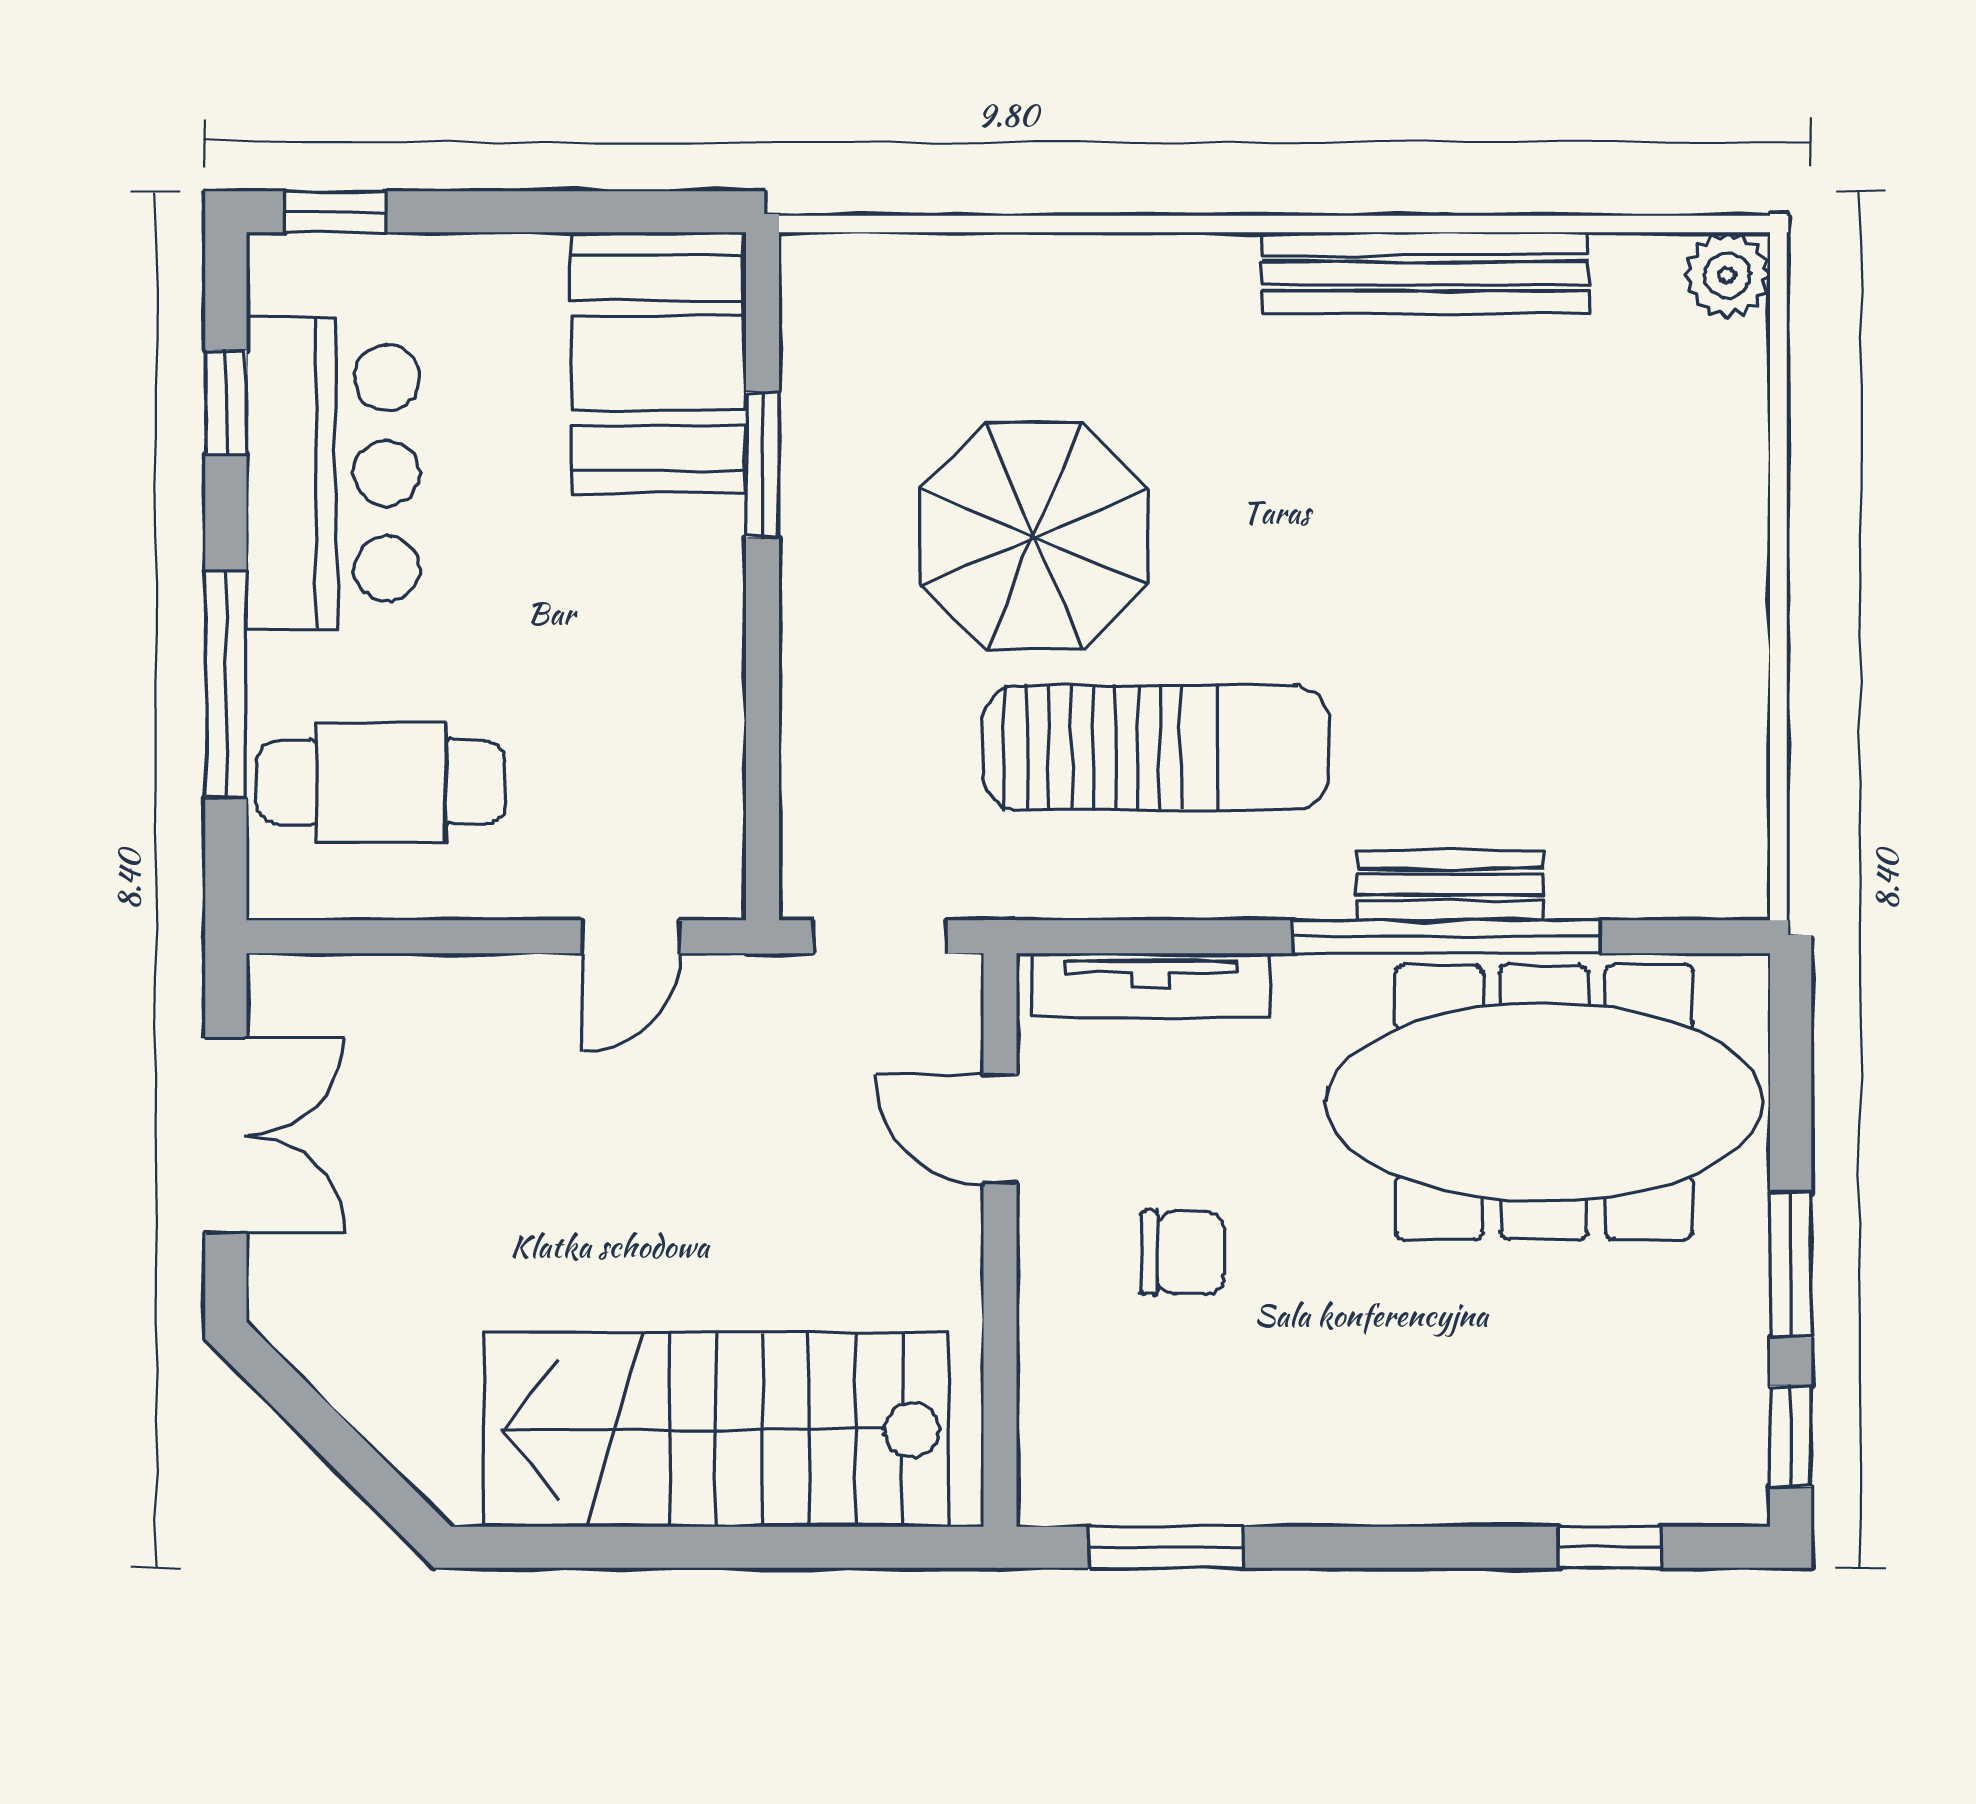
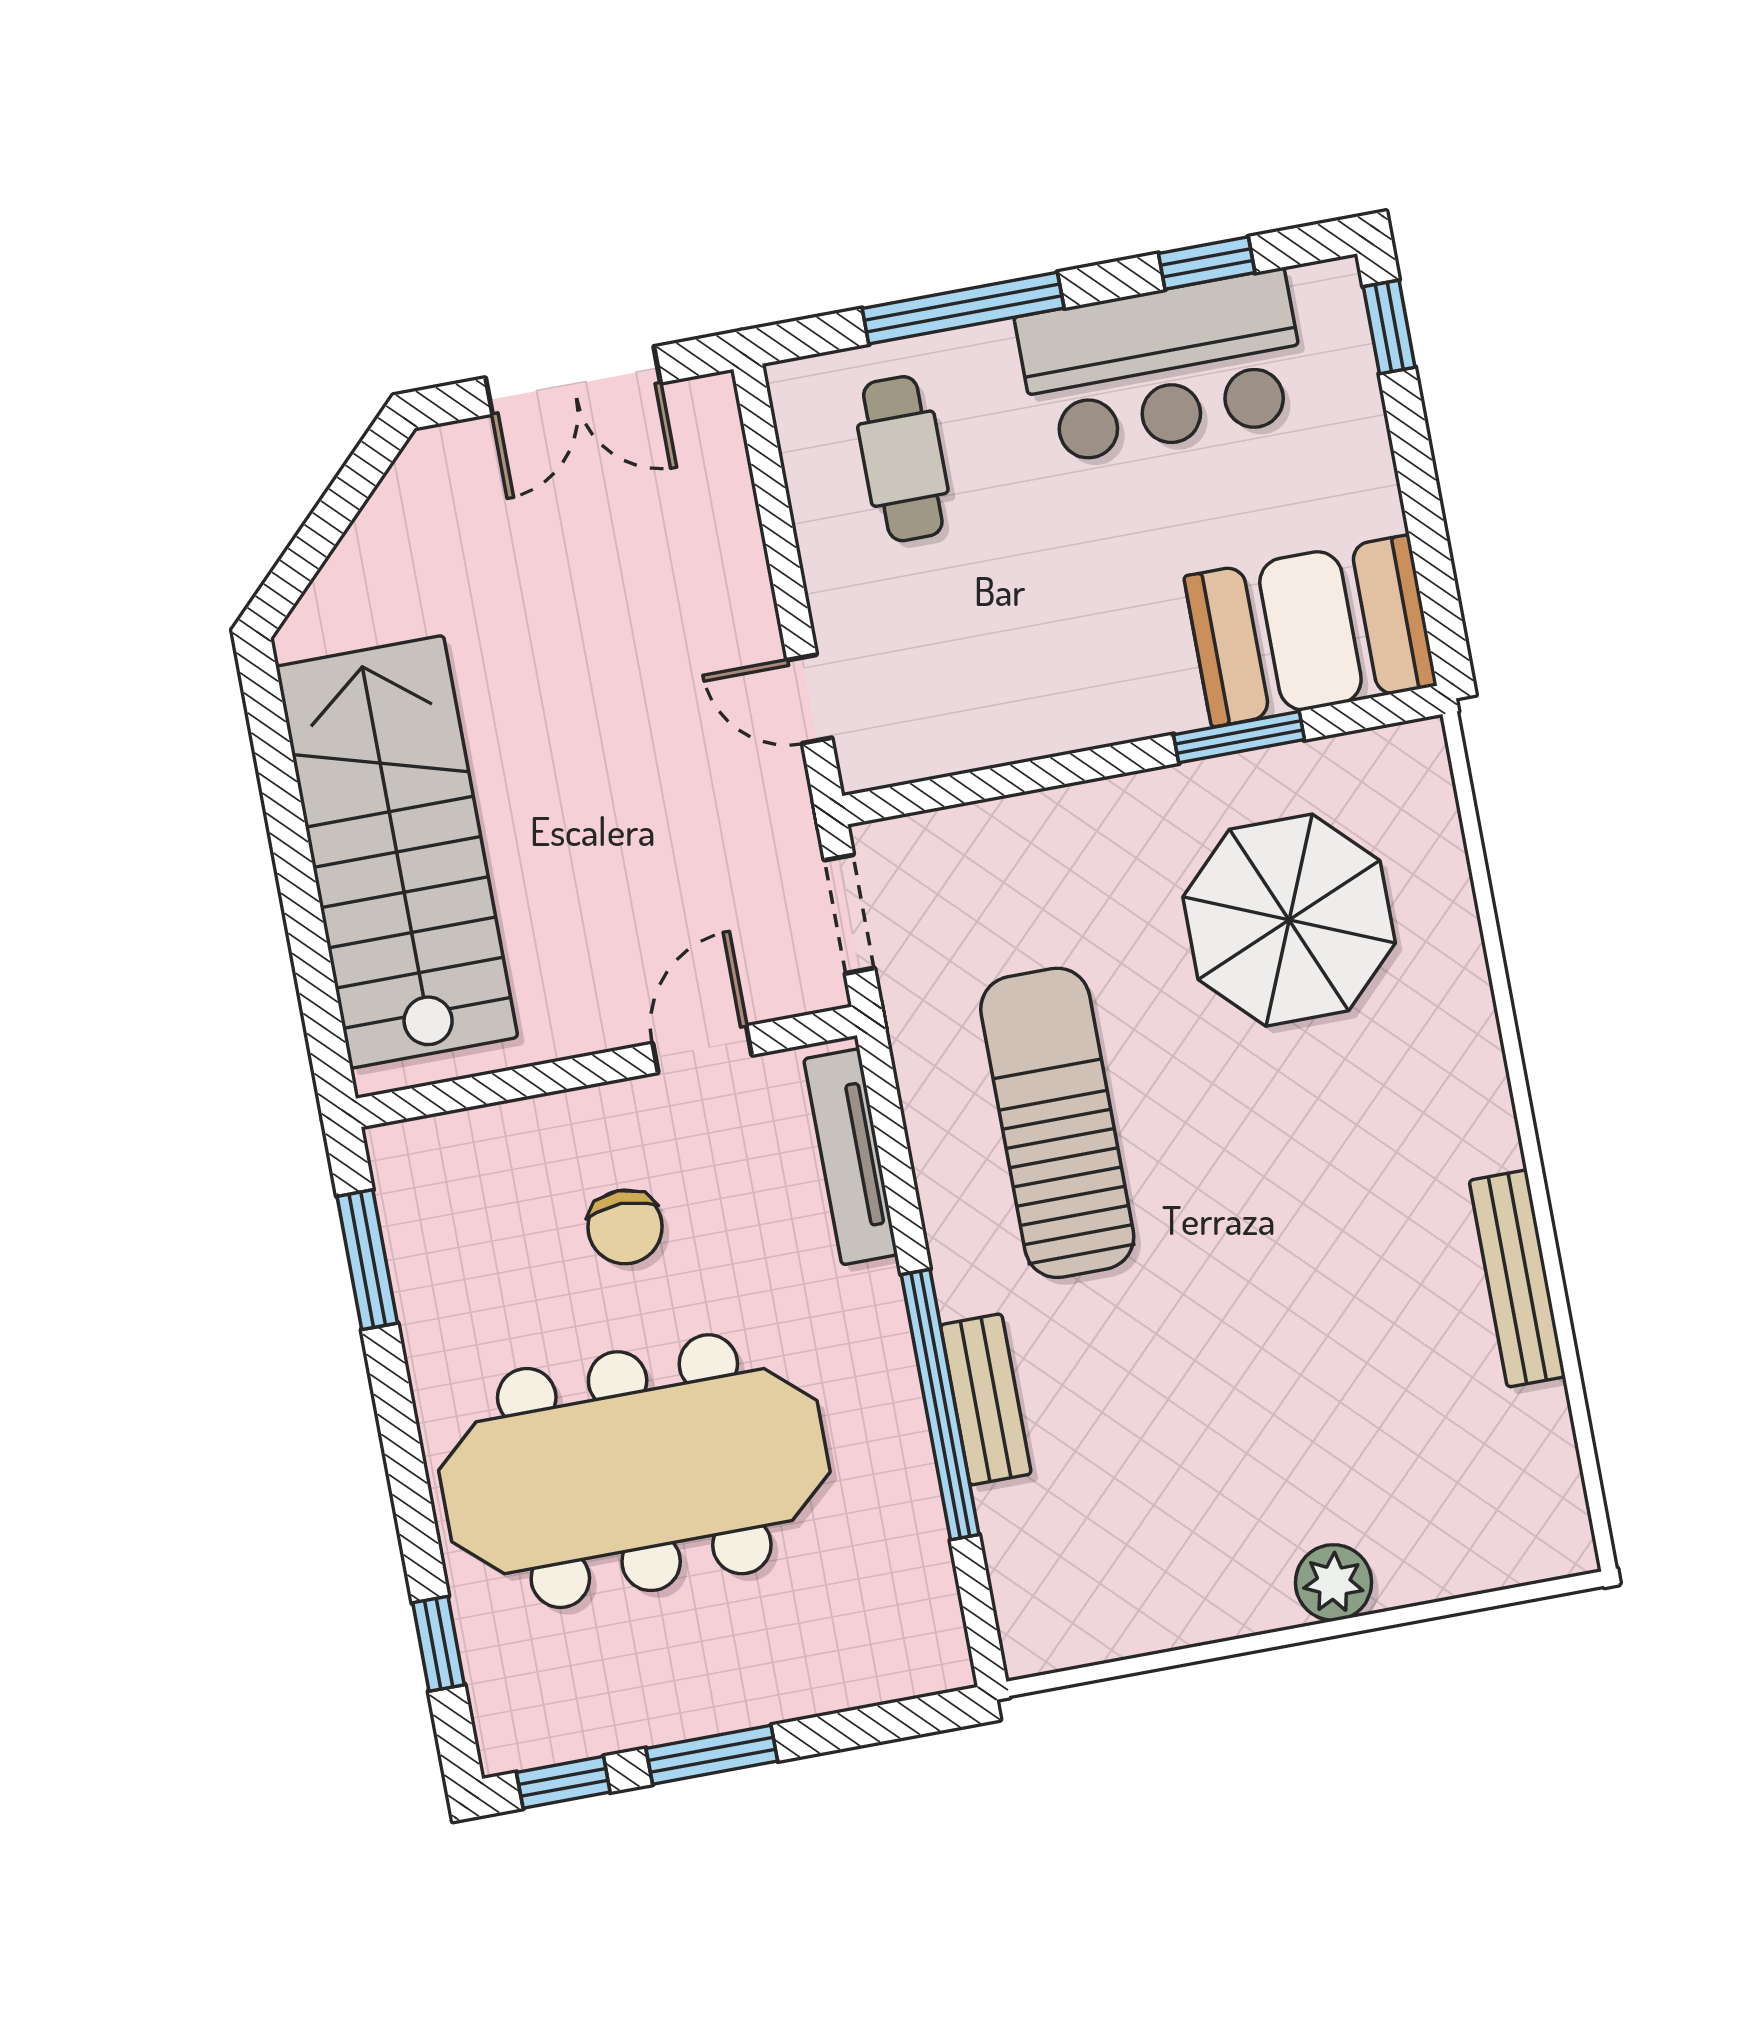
bench: (1425, 273) -> (1517, 1278), width x0.73, depth x0.82
plant: (1727, 275) -> (1333, 1583), moved
parasol: (1034, 536) -> (1289, 920), moved
sun lounger: (1156, 748) -> (1057, 1123), turned 180
cafe table: (382, 783) -> (903, 459), width x0.73, depth x0.74
meeting table: (1544, 1102) -> (634, 1471), moved, turned 90

